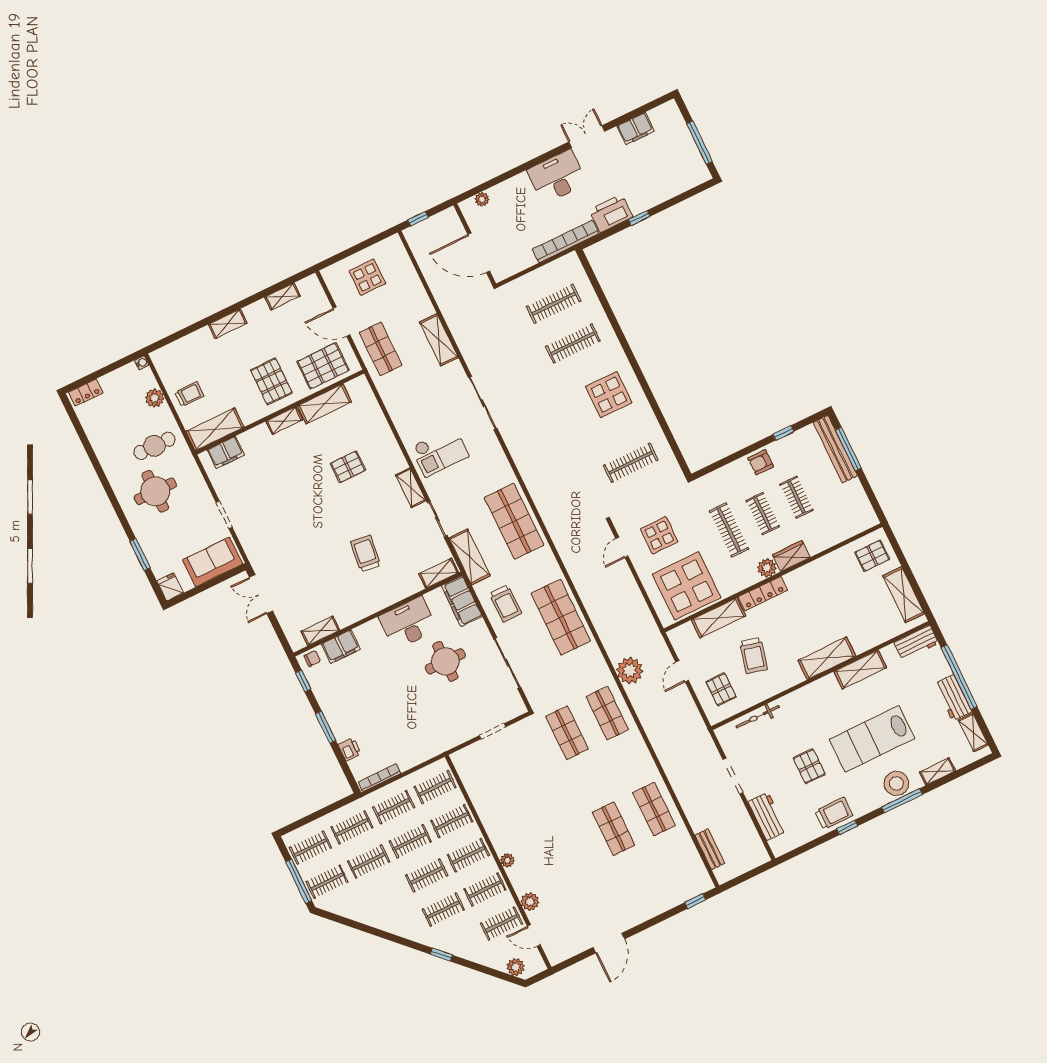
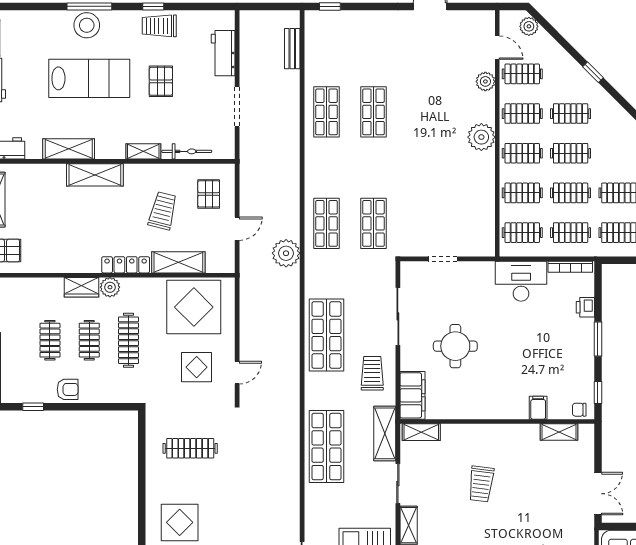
desk: (408, 623) -> (521, 281), moved, turned 180
filing cabinet: (341, 647) -> (538, 408), width x0.50
shelving: (937, 771) -> (143, 151), moved
plant: (507, 860) -> (481, 137), width x1.87, depth x1.87

